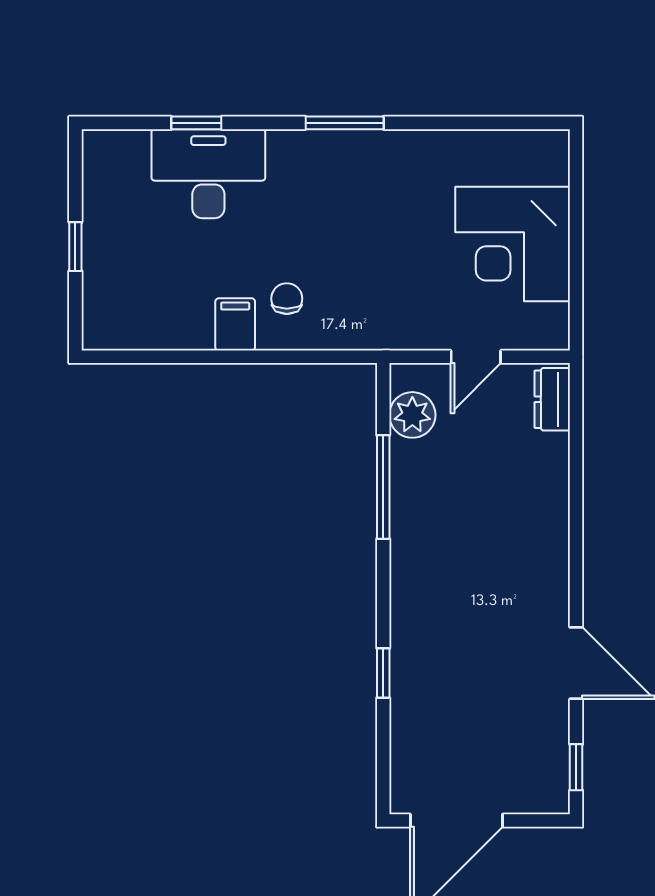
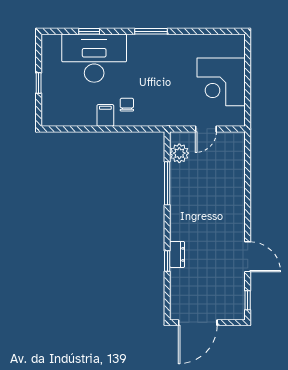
desk: (208, 174) -> (94, 58), width x1.36, depth x1.30
dresser: (552, 399) -> (177, 254), moved, turned 180

